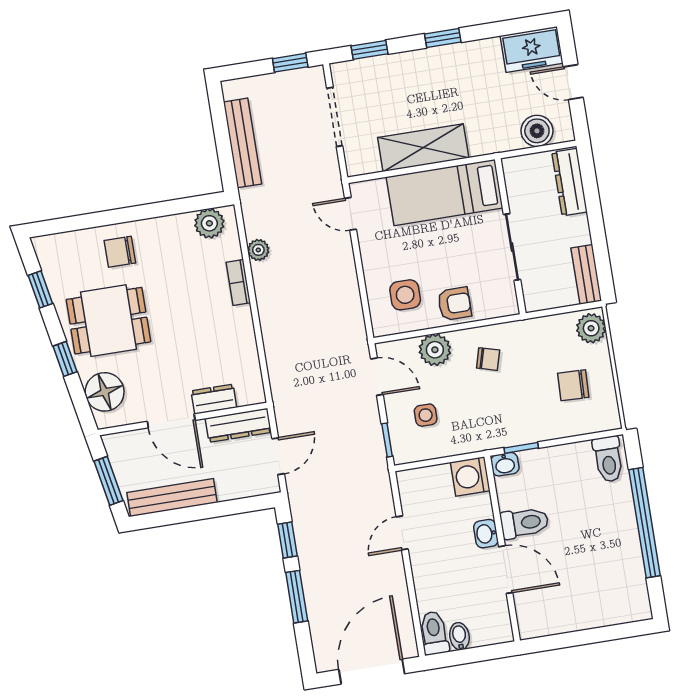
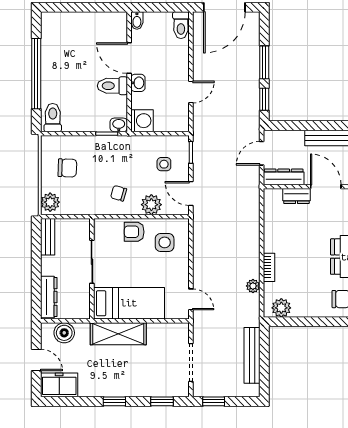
shelving: (423, 148) -> (118, 334), moved
bidet: (459, 636) -> (137, 21), moved

